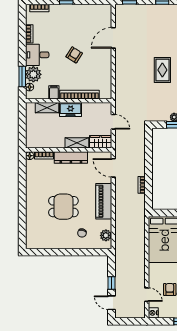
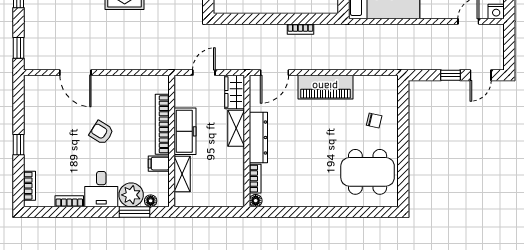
freezer: (71, 110) -> (185, 131), width x1.40
dining table: (63, 207) -> (368, 172), moved, width x1.38
plant: (106, 235) -> (378, 84), removed

